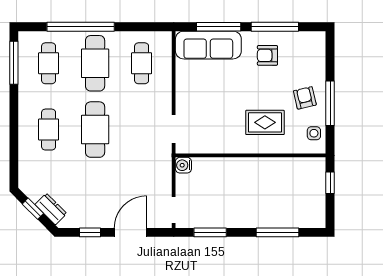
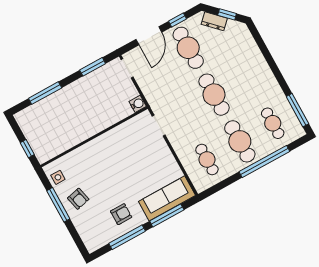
rug: (265, 122) -> (97, 166), removed
cafe table: (49, 130) -> (188, 48), moved, width x1.37, depth x1.35

